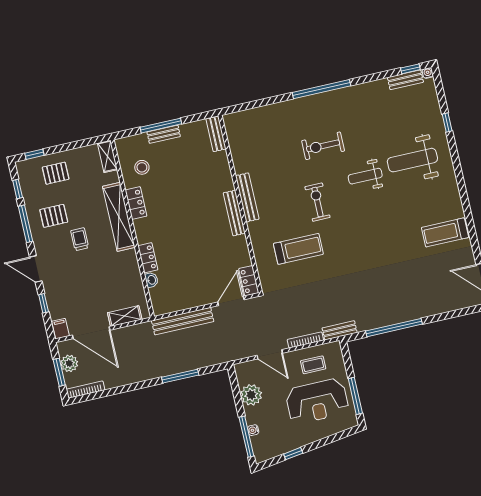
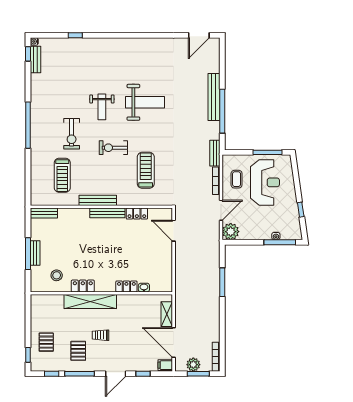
shelving: (107, 156) -> (42, 300), removed
weight bench: (412, 160) -> (145, 102), moved, turned -90
treadmill: (445, 232) -> (62, 175), moved
locker: (249, 281) -> (137, 214), moved
bench: (183, 321) -> (214, 97), moved
door: (91, 333) -> (174, 343), swing flipped
plant: (251, 395) -> (231, 232), moved

